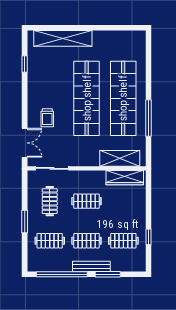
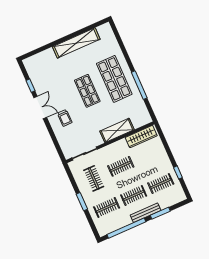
shelving: (63, 38) -> (76, 43), moved
shop shelf: (87, 98) -> (87, 91), width x0.50, depth x0.74
shop shelf: (123, 98) -> (114, 79), width x0.71
double door: (25, 143) -> (40, 108), moved
shelving: (120, 158) -> (117, 130), moved

